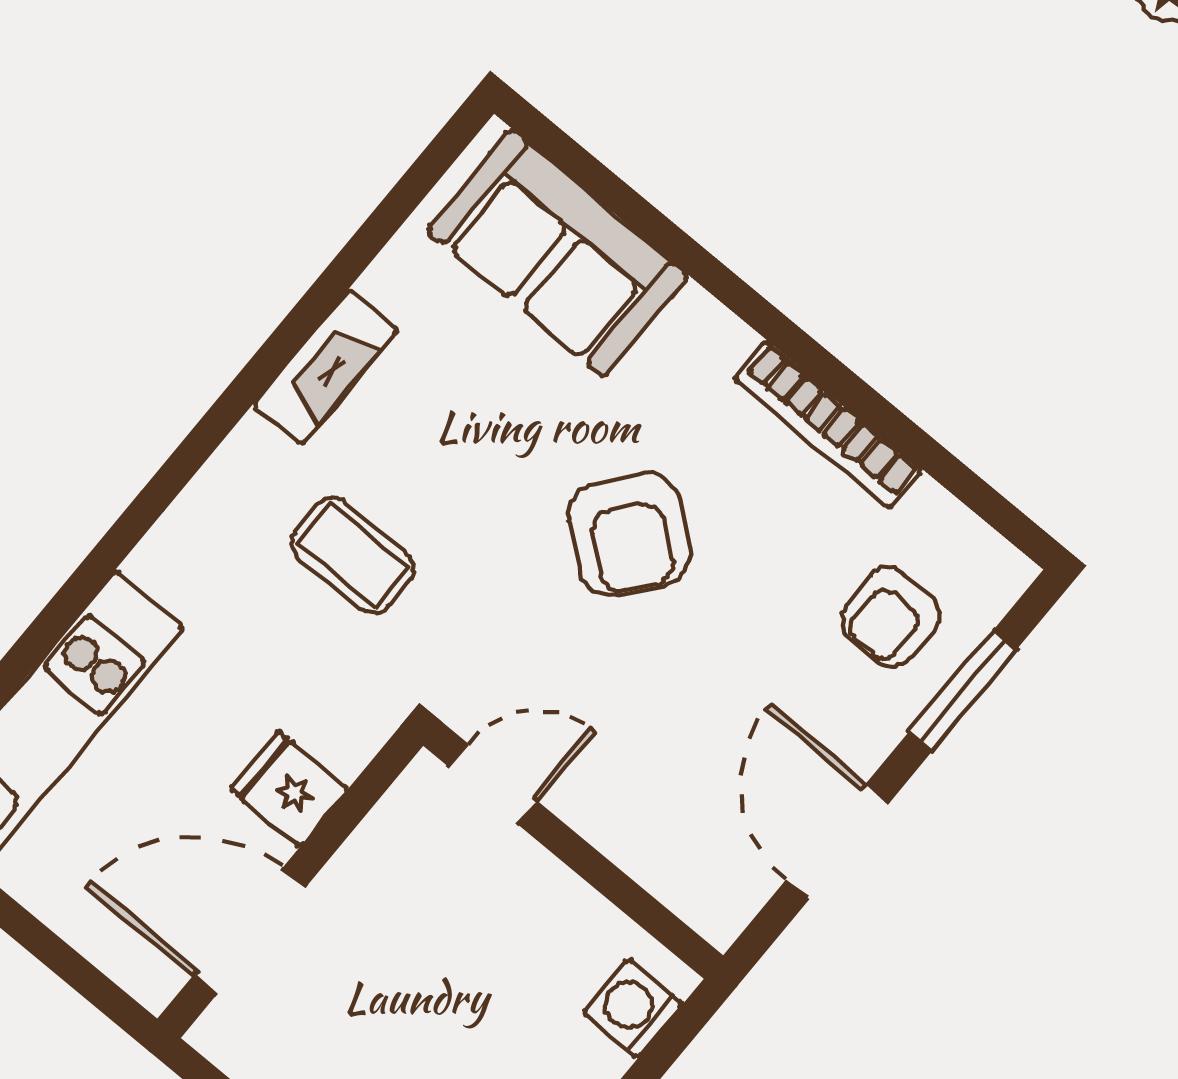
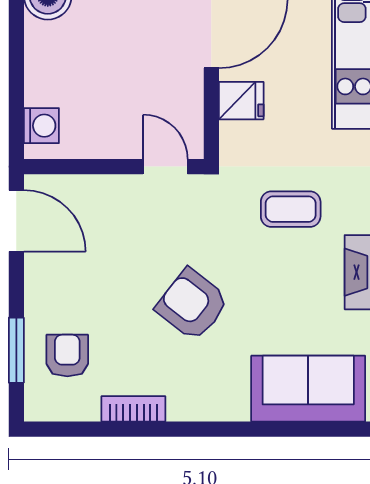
bookcase: (828, 425) -> (133, 409), width x0.64
door: (493, 784) -> (165, 167), swing flipped
door: (838, 841) -> (16, 221), moved

